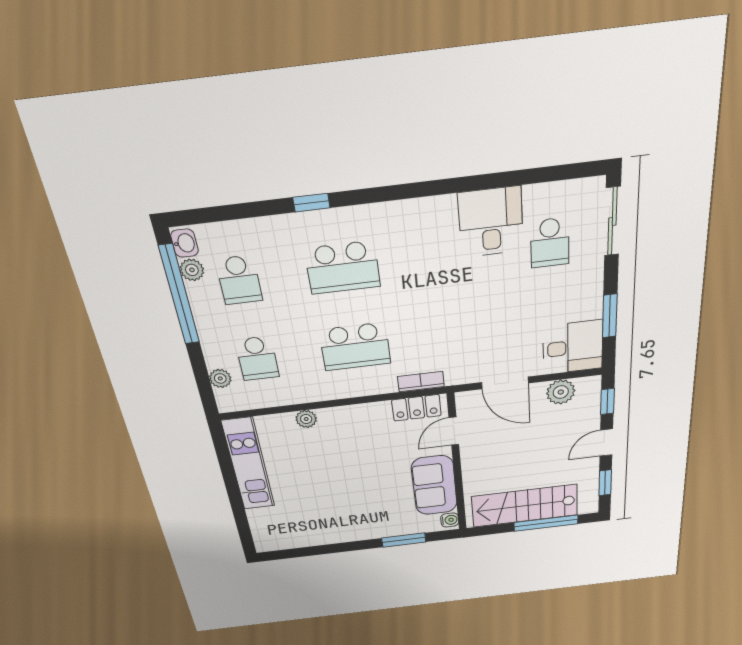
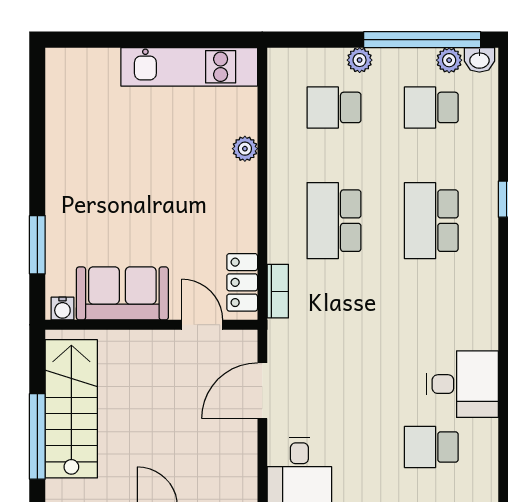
plant: (220, 378) -> (360, 60), moved
plant: (561, 392) -> (240, 458), removed

